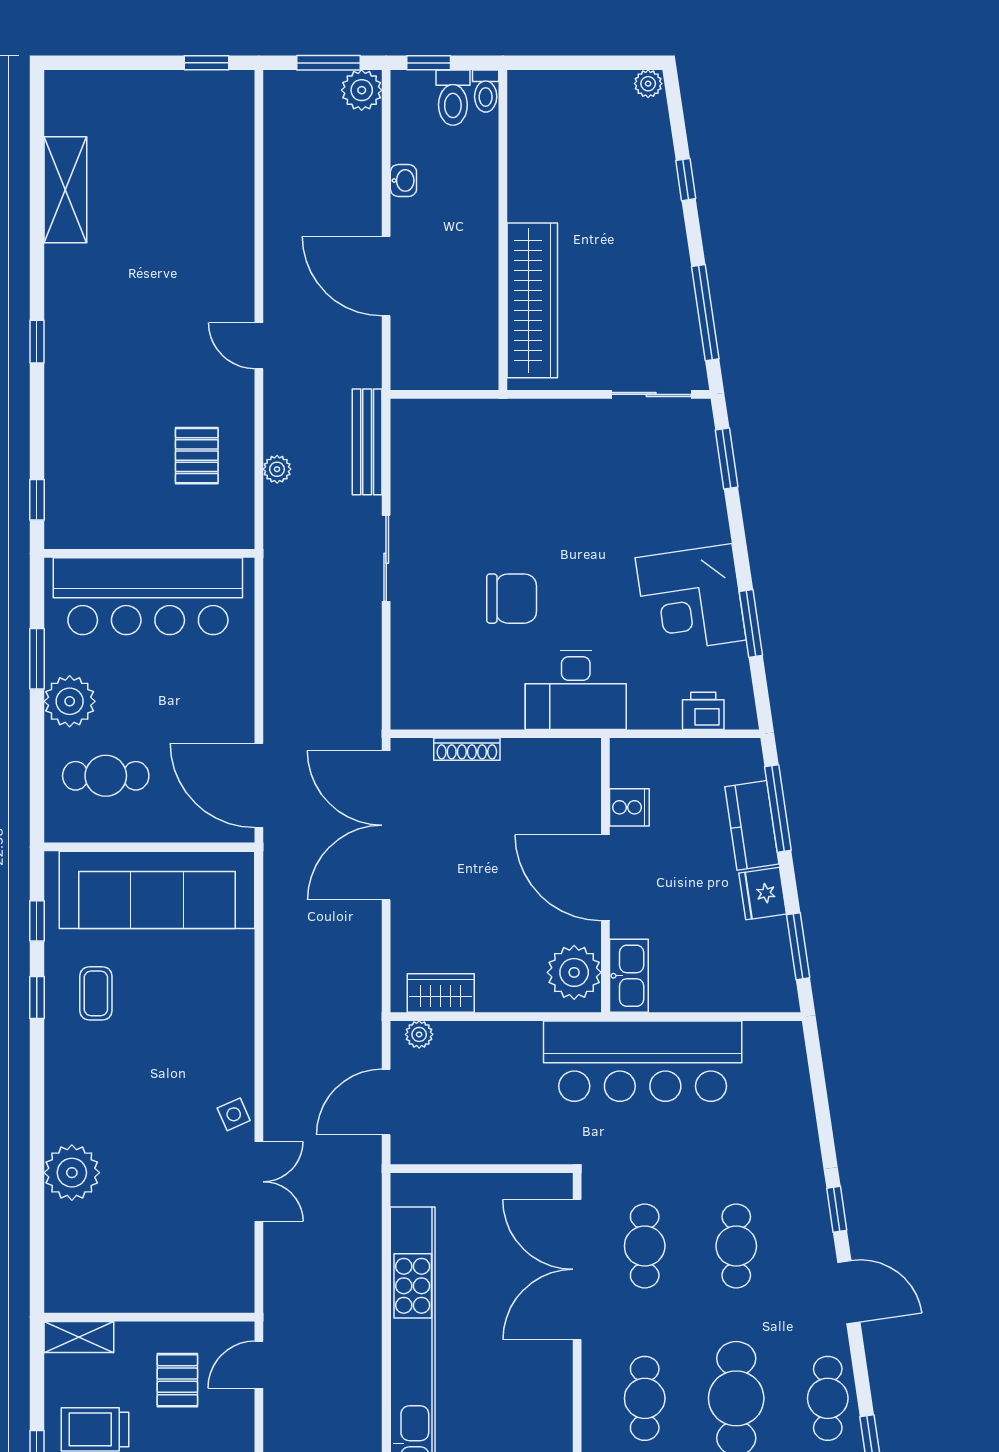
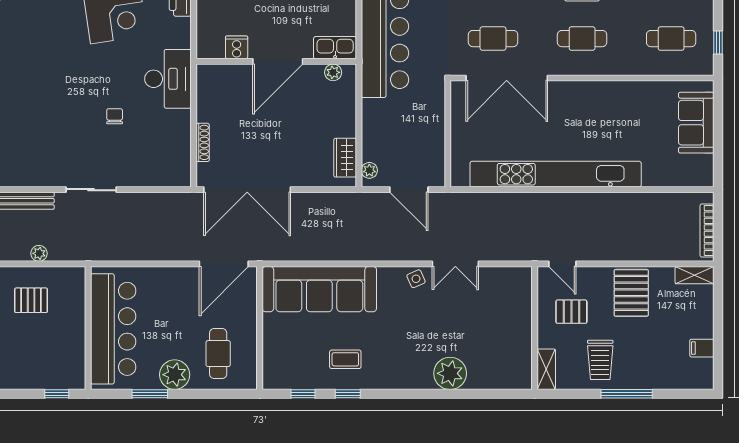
chair: (512, 599) -> (115, 116), width x0.54, depth x0.54
sofa: (157, 890) -> (319, 289), moved, turned 90
plant: (574, 972) -> (333, 72), width x0.53, depth x0.53
double door: (259, 1182) -> (455, 264), swing flipped

